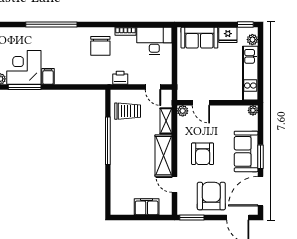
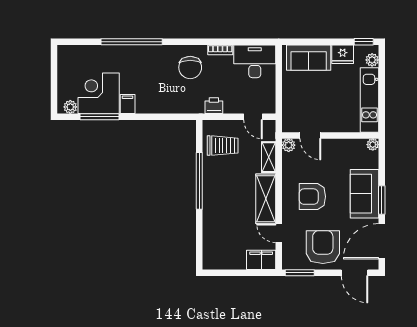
armchair: (203, 154) -> (312, 197), turned 90
filing cabinet: (147, 207) -> (261, 260), moved

